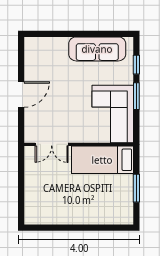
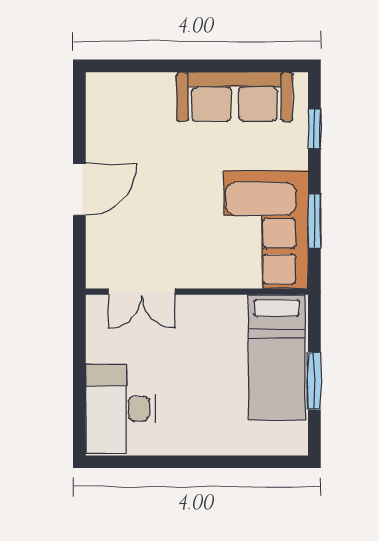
window: (136, 96) -> (314, 221), moved
bed: (102, 160) -> (277, 358), moved, turned -90
desk: (41, 202) -> (120, 409), added

